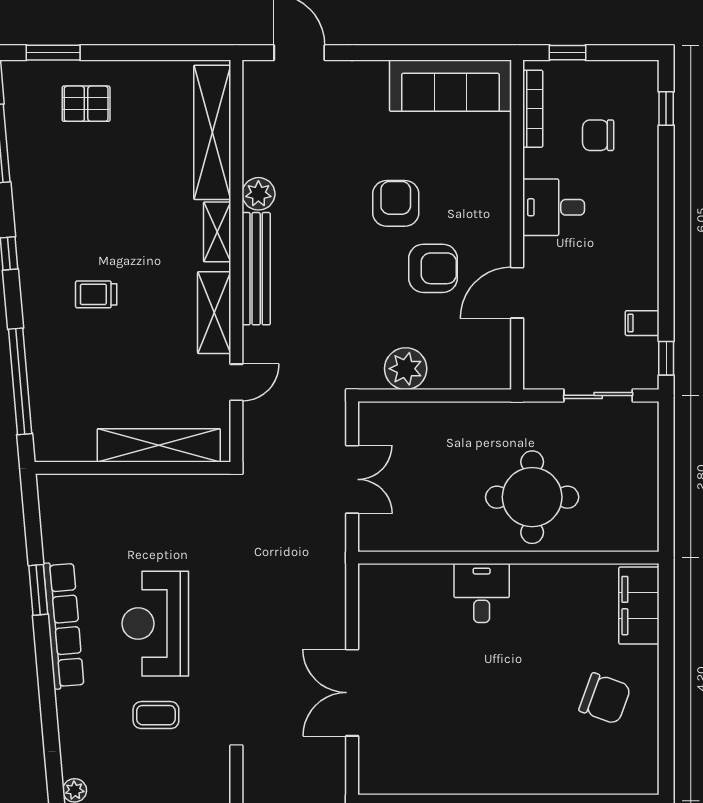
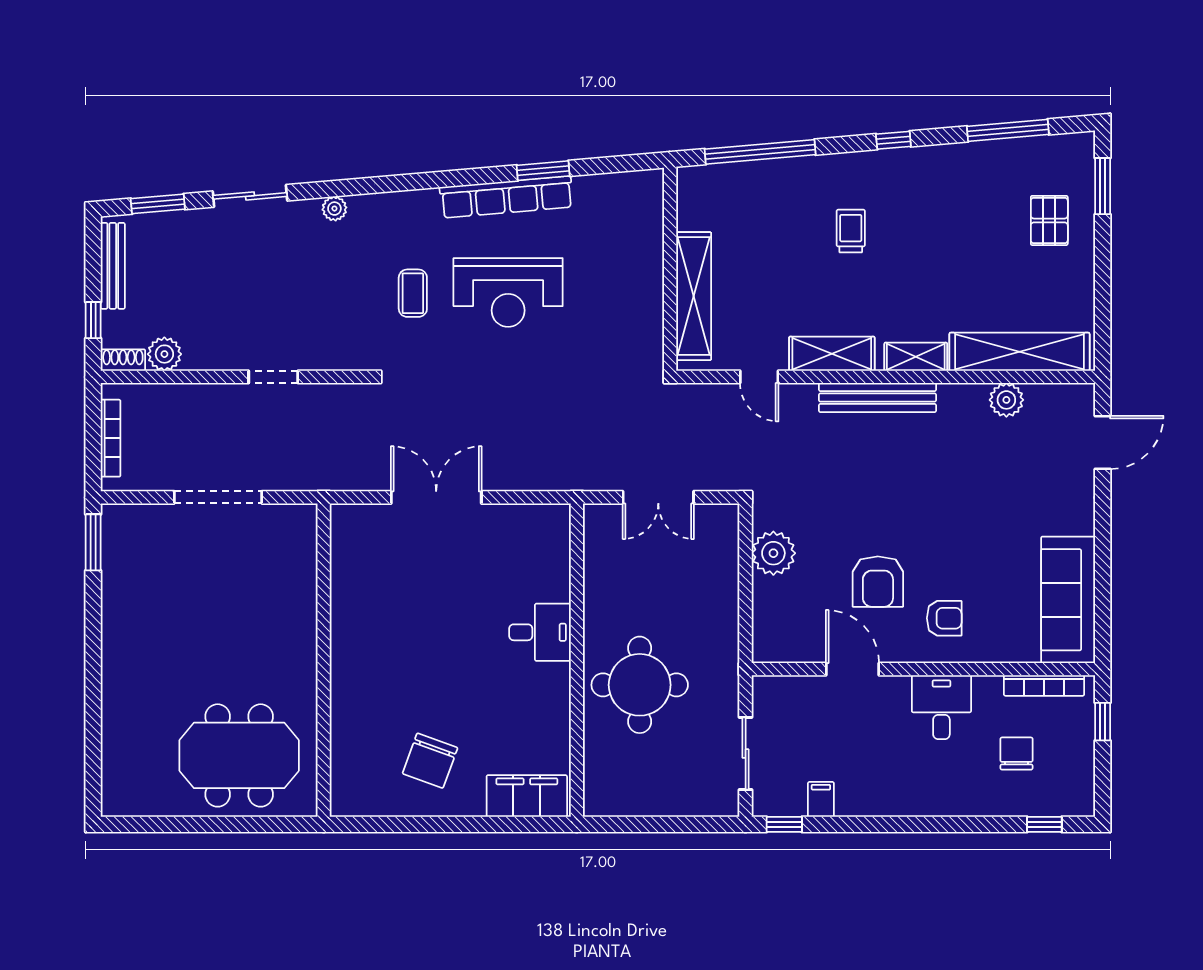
plant: (258, 194) -> (1006, 400), moved
armchair: (396, 203) -> (944, 618), moved, width x0.72, depth x0.72
reception desk: (155, 624) -> (508, 292), turned 180

